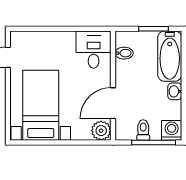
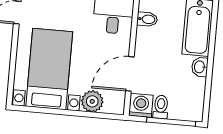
washing machine: (172, 130) -> (141, 105), moved
plant: (101, 131) -> (92, 101), moved

